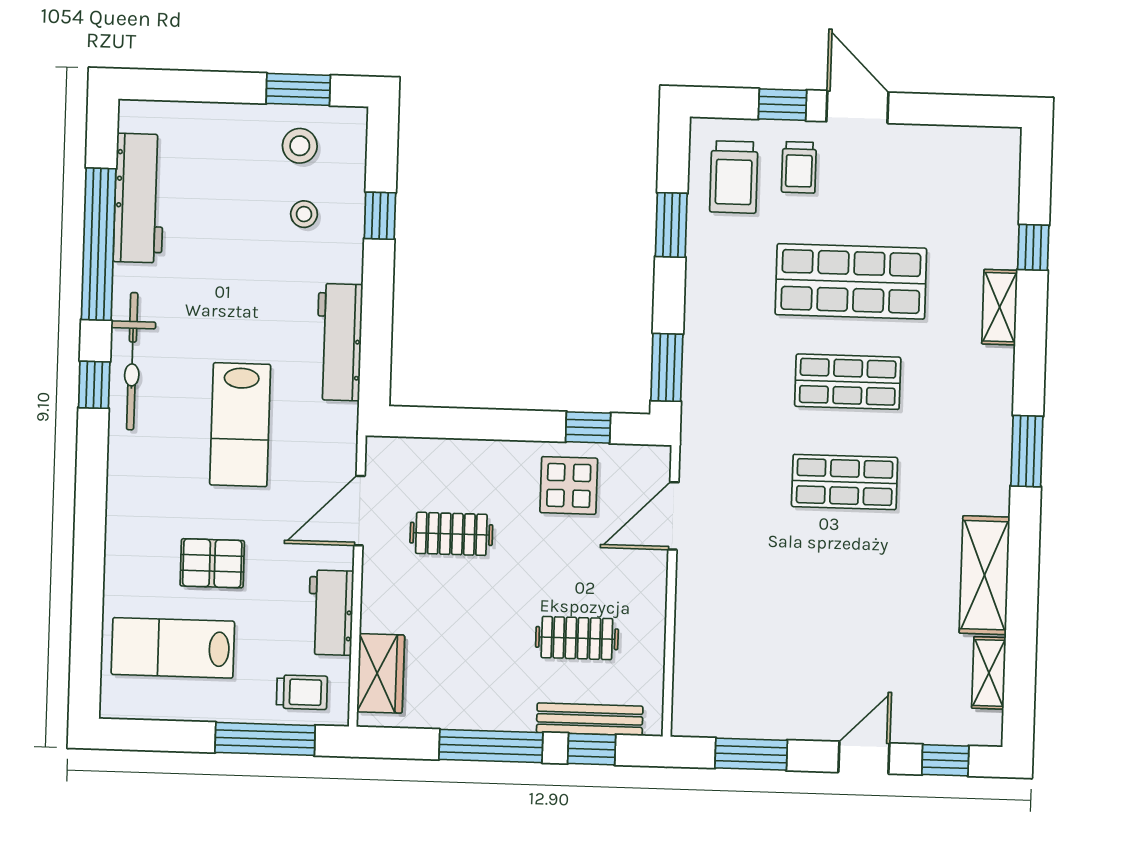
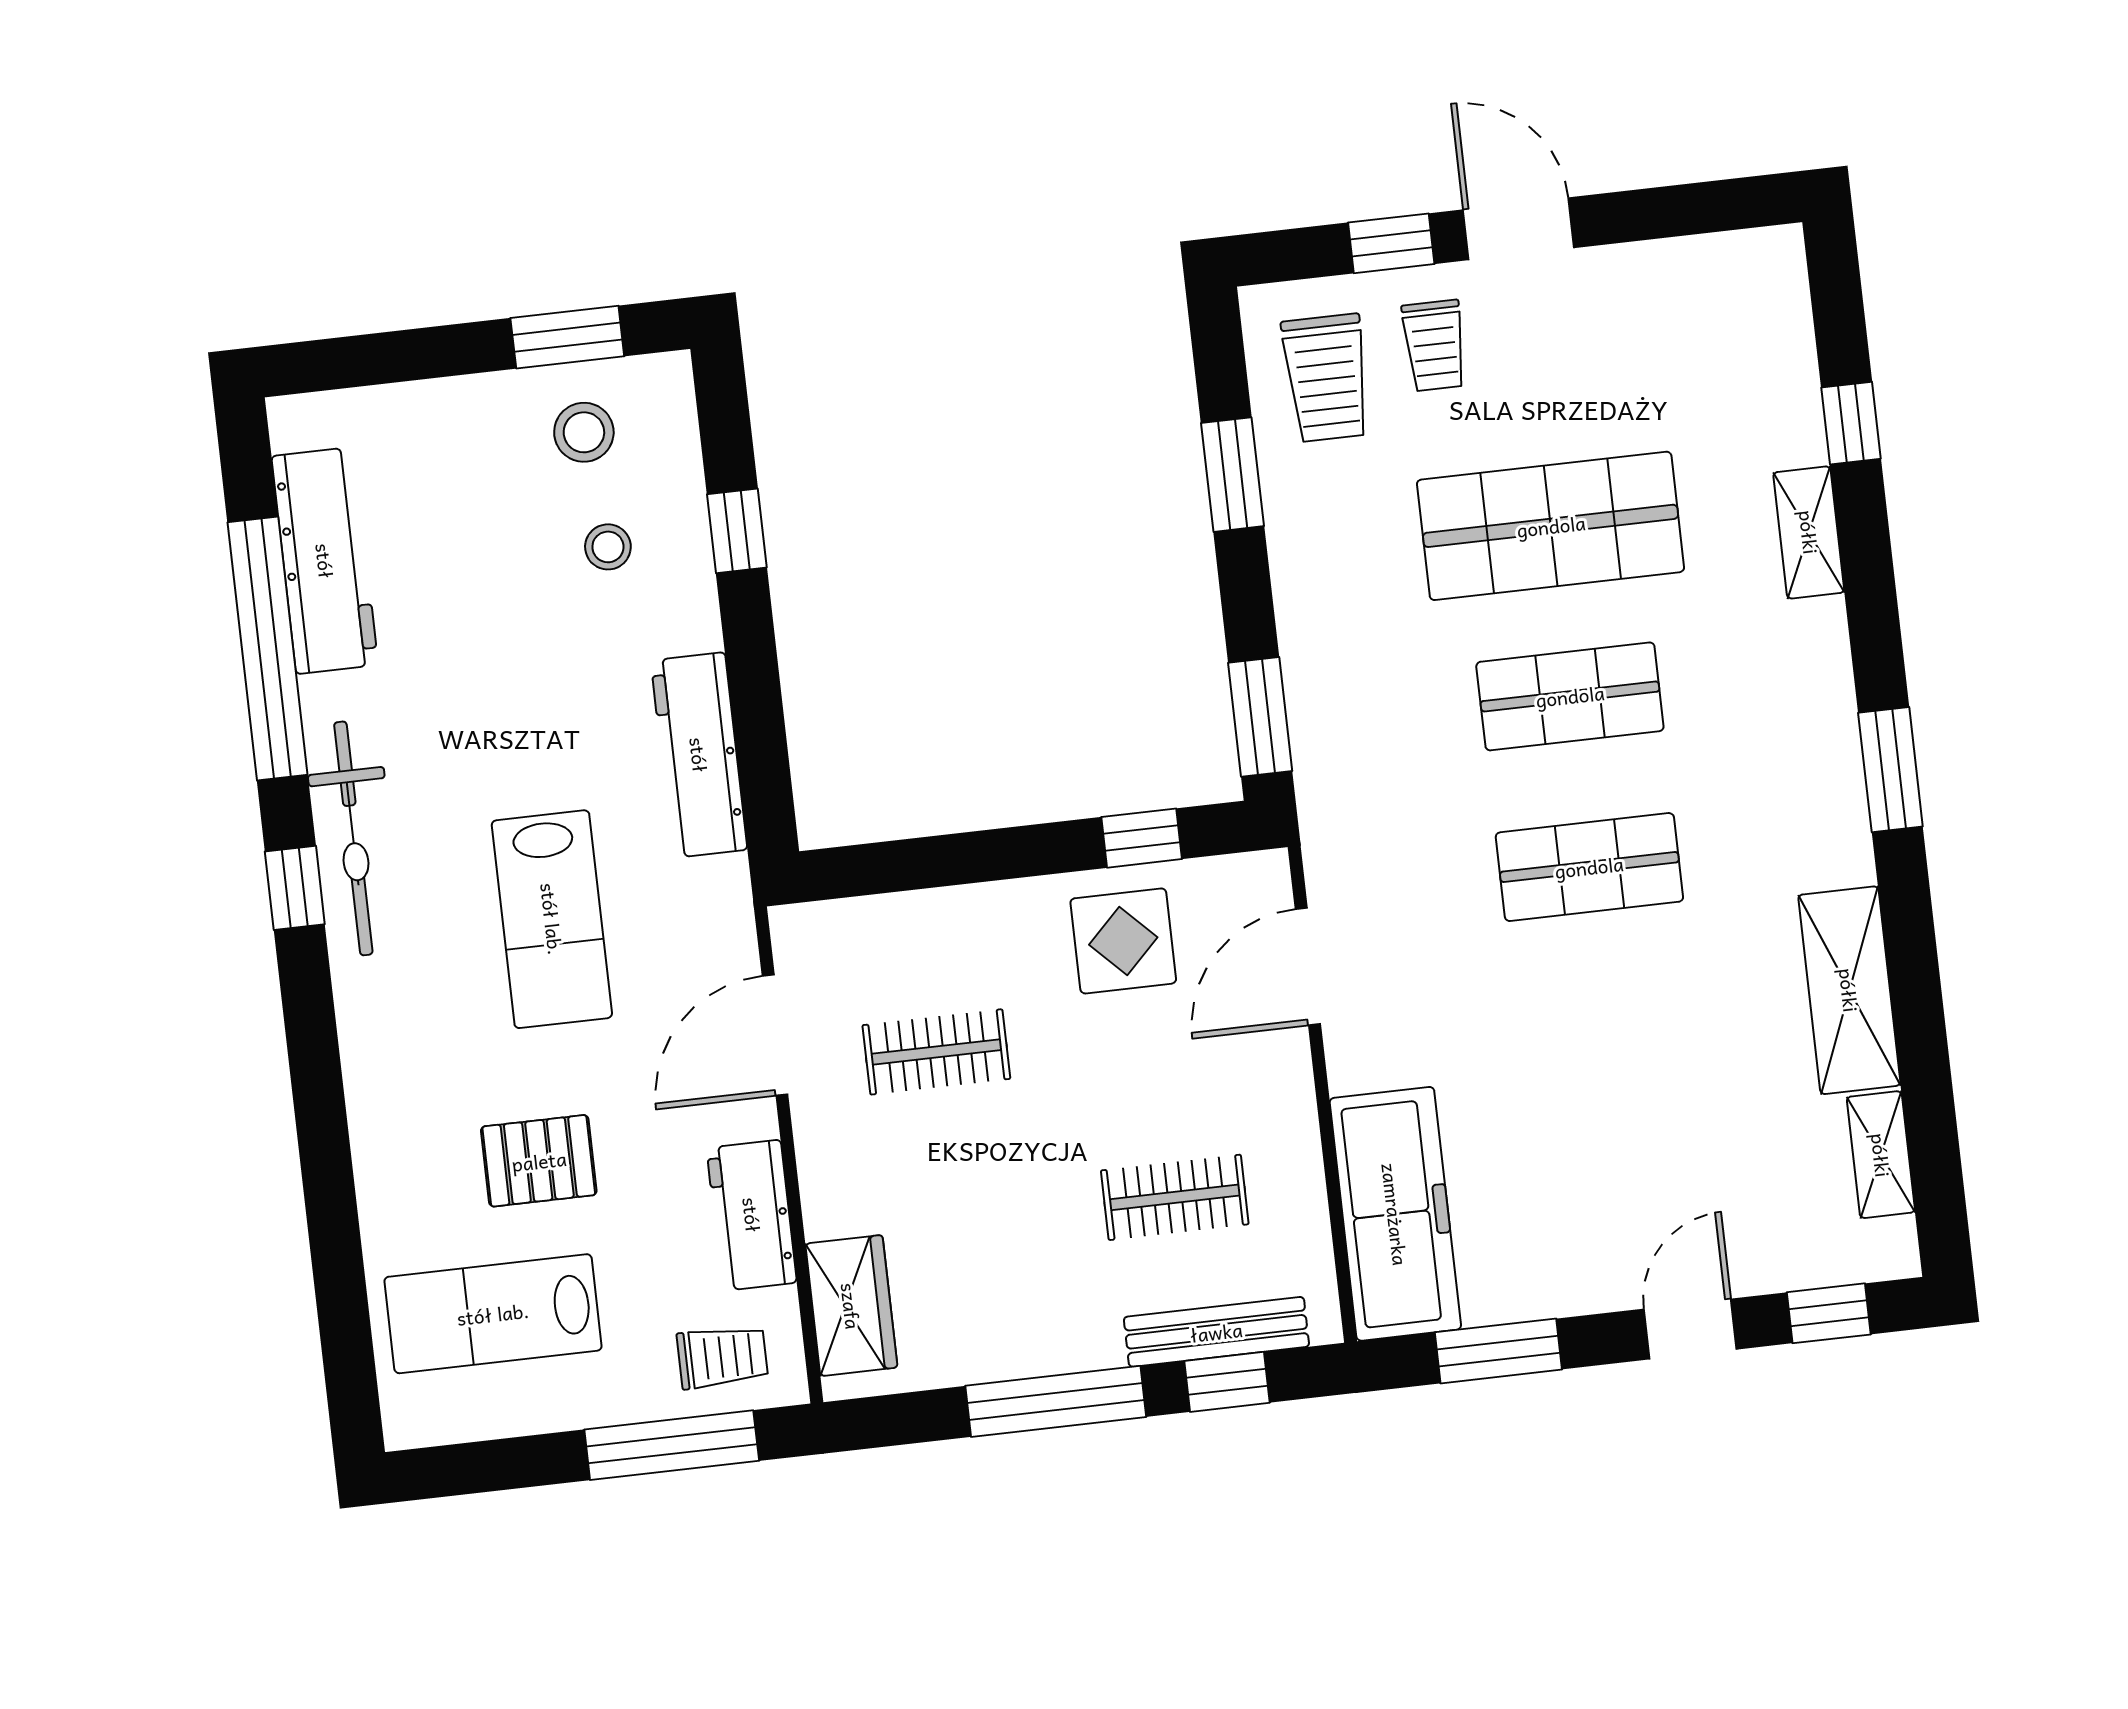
freezer: (703, 666) -> (1395, 1214), added

